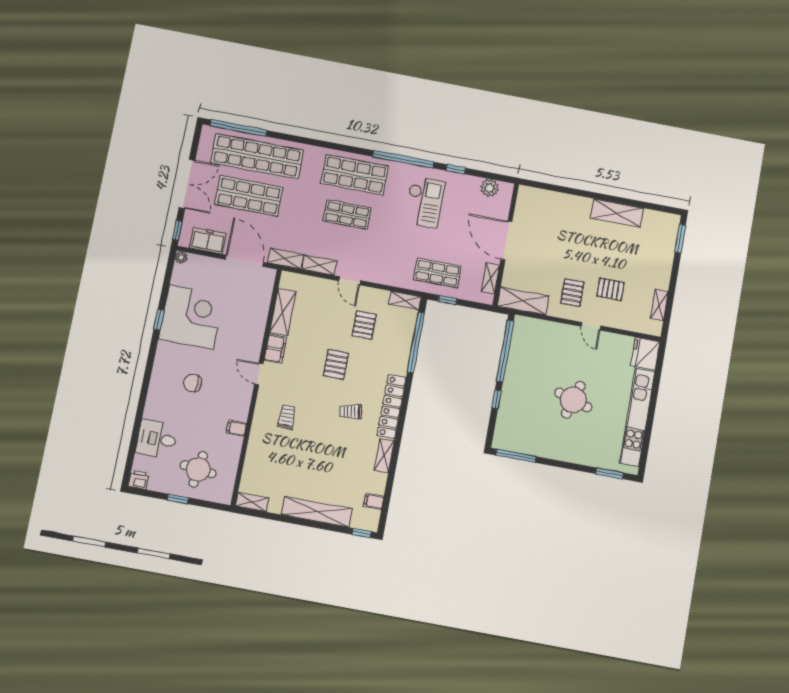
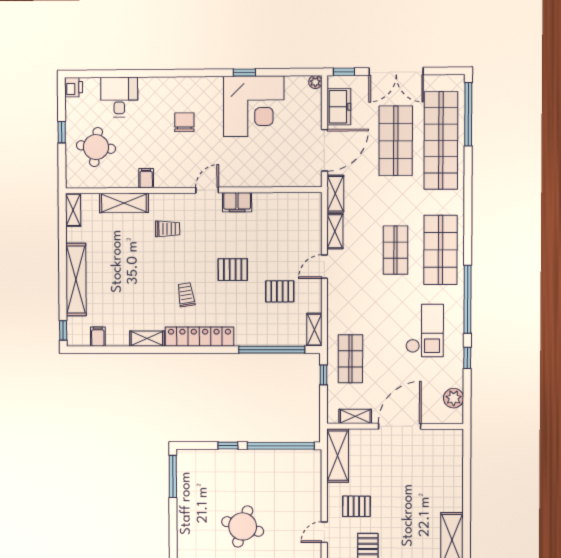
checkout: (424, 202) -> (425, 331), turned -90
shelving: (283, 312) -> (124, 203), moved

